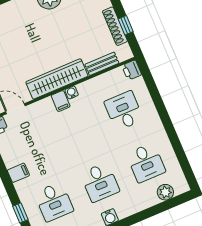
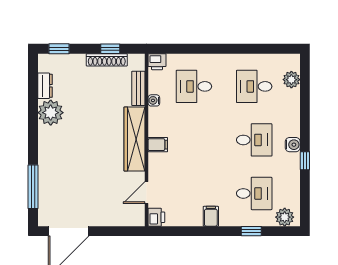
water cooler: (72, 92) -> (154, 100), moved
desk: (146, 163) -> (254, 86), turned 180

